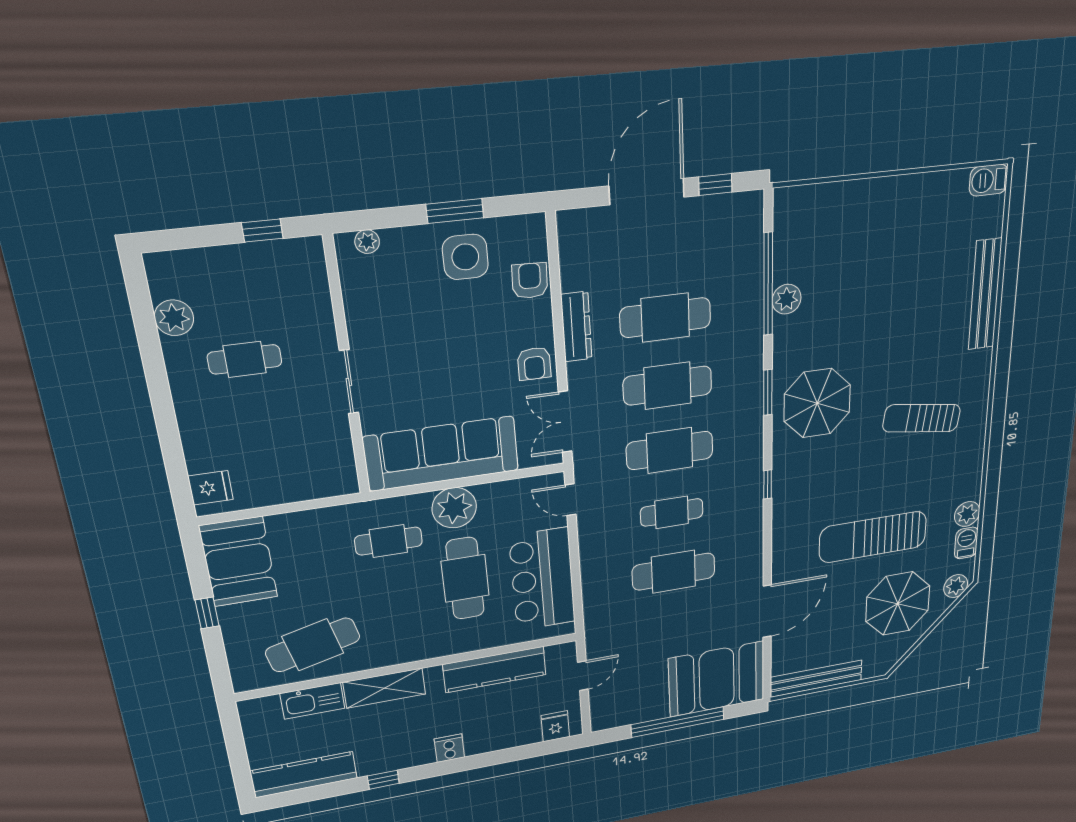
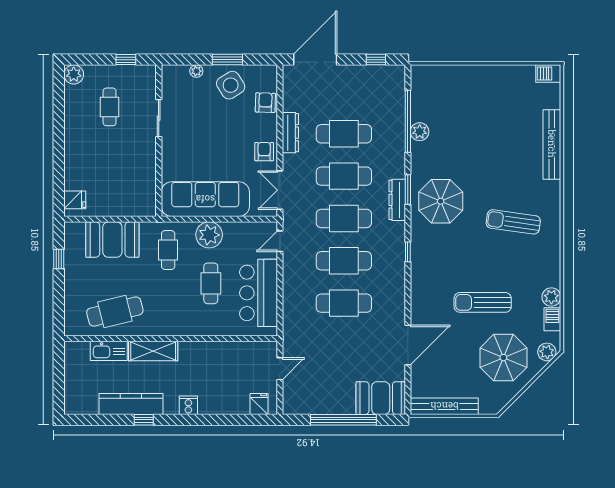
door: (647, 191) -> (315, 60), moved
plant: (367, 242) -> (196, 71), moved
side table: (465, 257) -> (231, 85), turned -32
plant: (174, 318) -> (74, 74), moved
cafe table: (245, 359) -> (110, 107), moved, turned 90
armchair: (534, 364) -> (264, 152), turned 180
sliding door: (349, 382) -> (159, 118), moved
dresser: (751, 411) -> (397, 200), added
door: (570, 500) -> (280, 241), hinge flipped
cafe table: (672, 512) -> (344, 261), width x1.37, depth x1.35
sun lounger: (873, 537) -> (483, 302), width x0.73, depth x0.75
cafe table: (388, 541) -> (168, 250), turned 90
booth: (239, 562) -> (112, 240), moved, turned 90
cafe table: (465, 578) -> (211, 283), width x0.73, depth x0.74
window: (207, 613) -> (59, 259), moved
kitchen counter: (495, 669) -> (223, 352), removed
booth: (717, 679) -> (381, 398), width x0.73, depth x0.70
kitchen counter: (304, 775) -> (131, 404), moved

